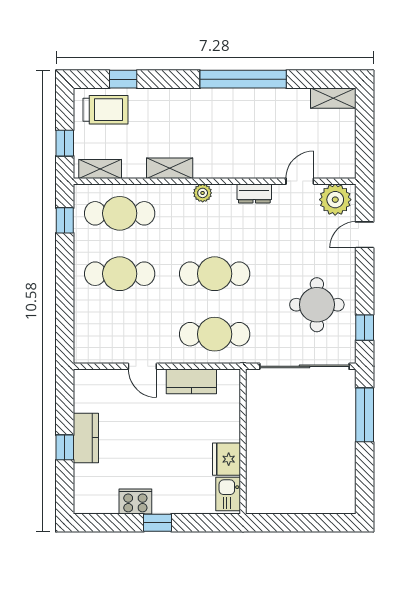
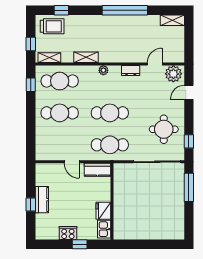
wall: (243, 441) -> (112, 201), moved
fridge: (226, 459) -> (103, 211), moved
kitchen sink: (228, 494) -> (104, 229), moved

